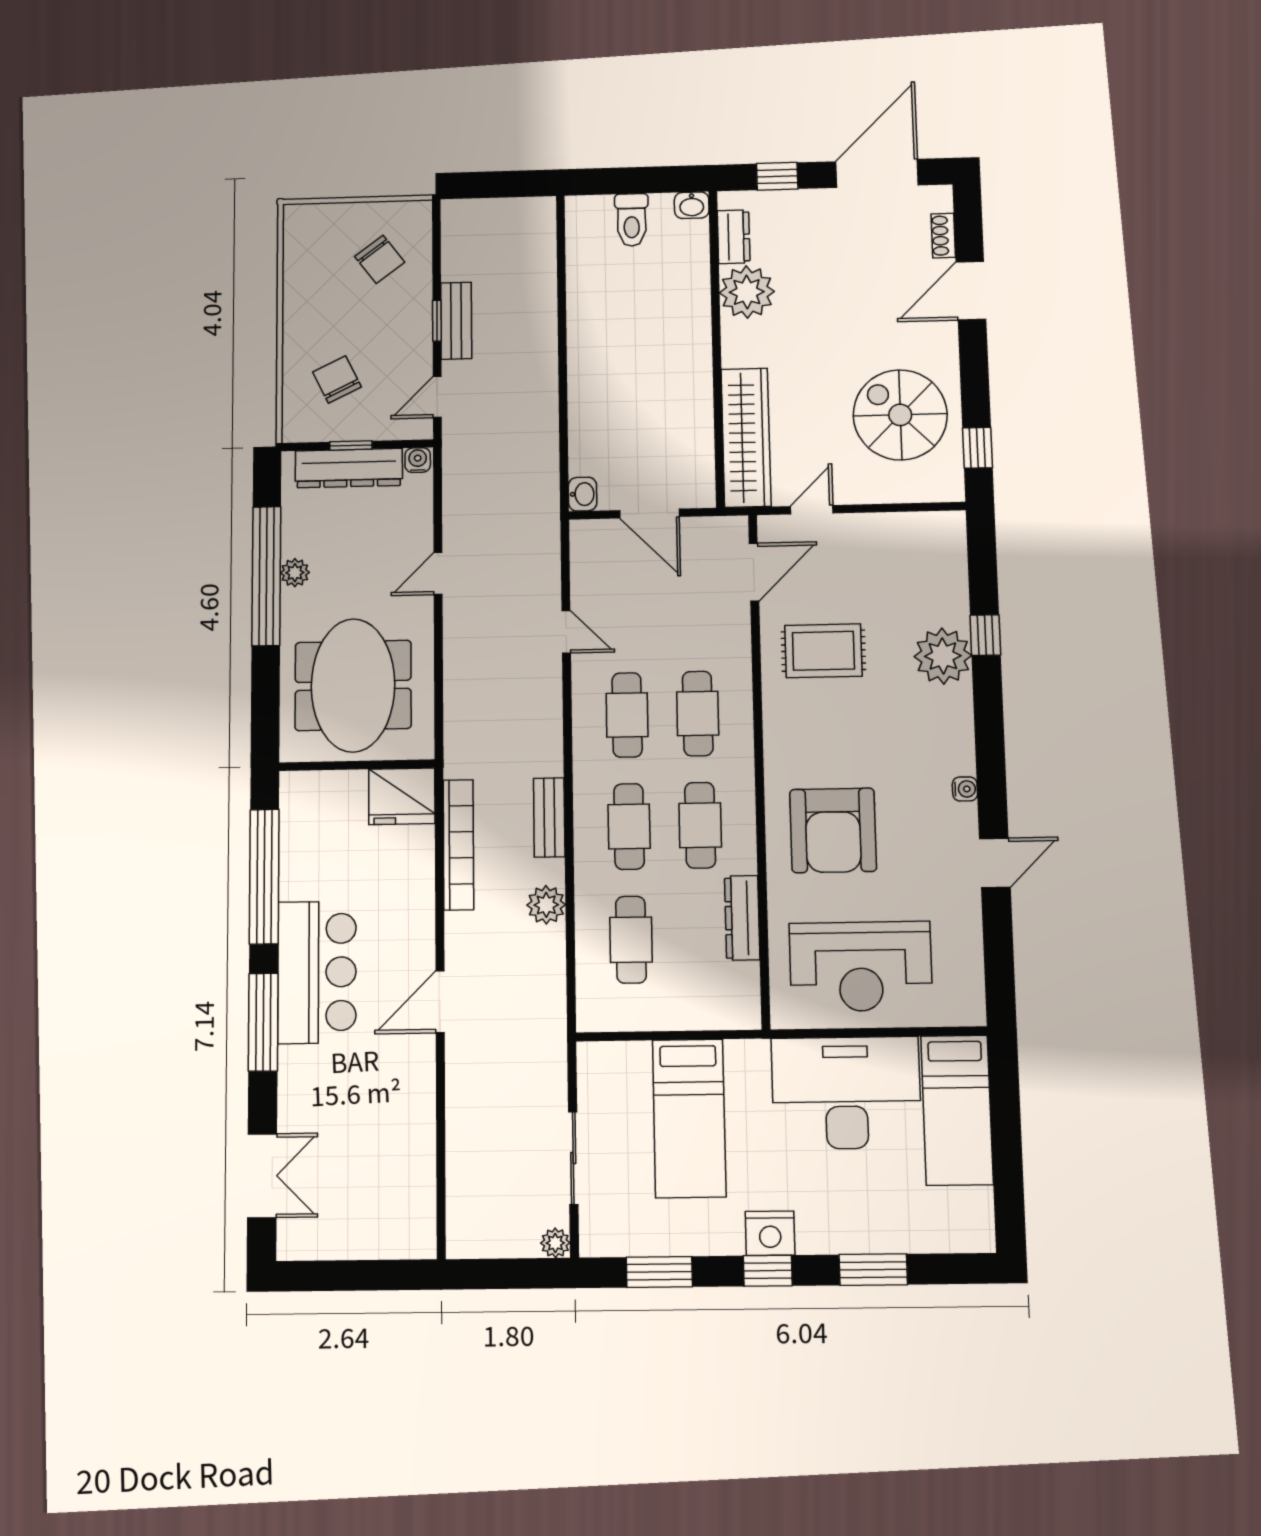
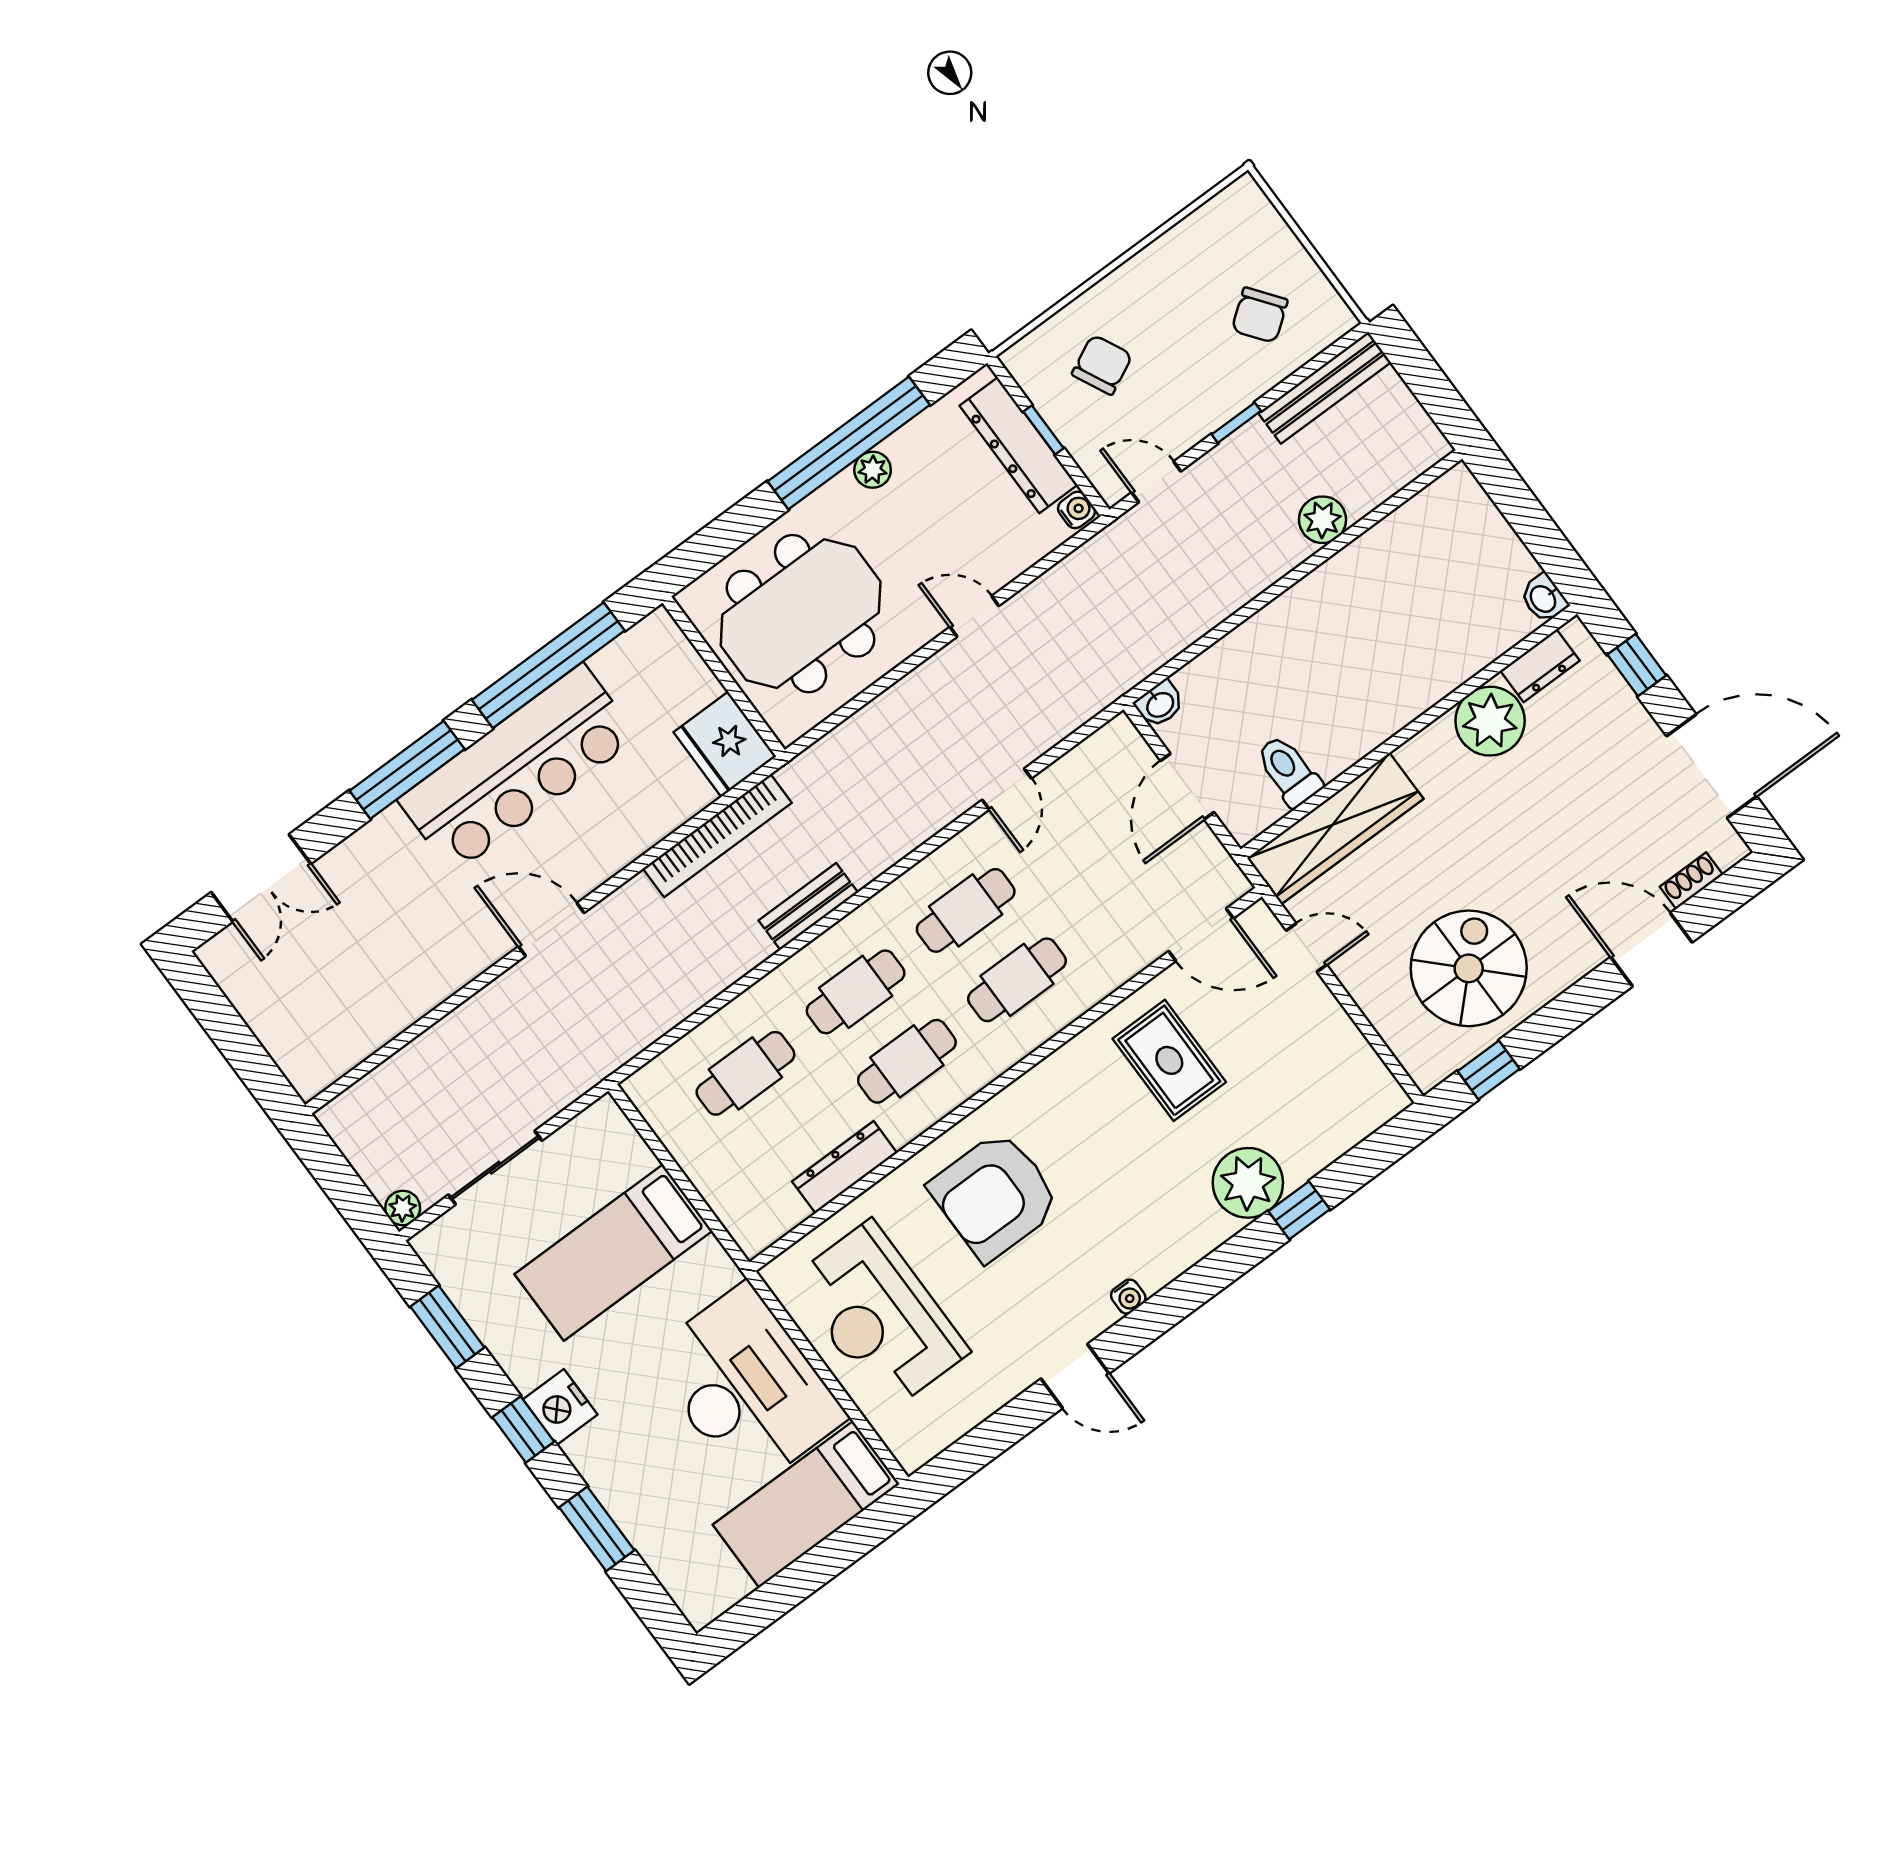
toilet: (632, 220) -> (1289, 771), moved, turned 90
bench: (456, 321) -> (1325, 388), moved, width x1.36
plant: (546, 905) -> (1323, 520), moved
bar counter: (317, 972) -> (518, 769), width x1.36

